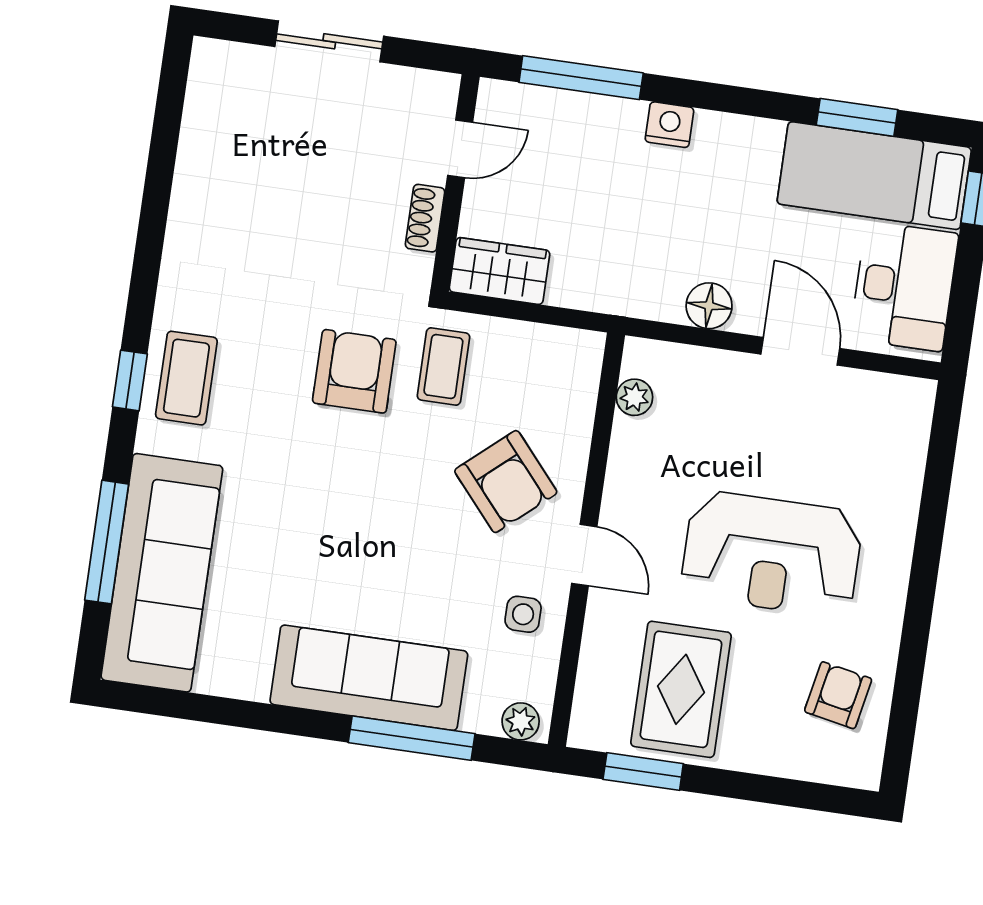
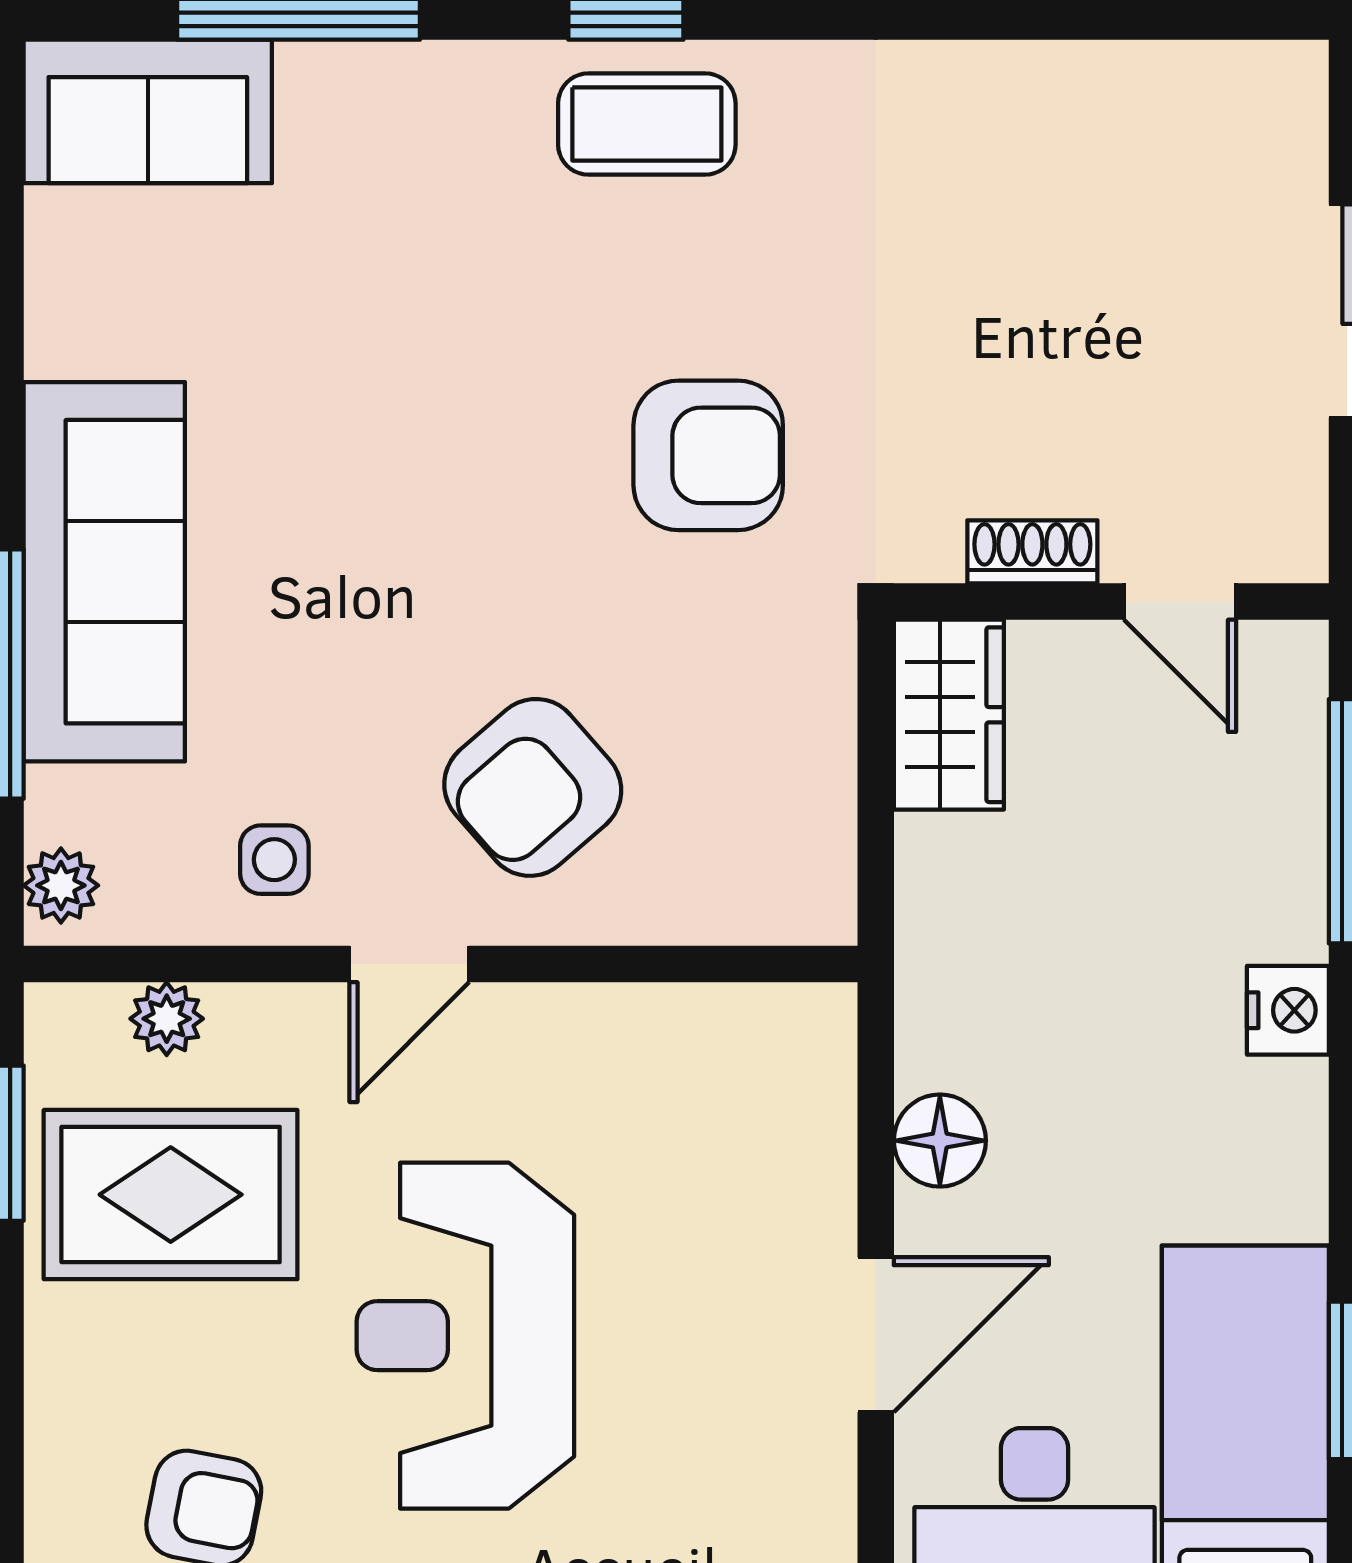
coffee table: (443, 366) -> (743, 631), removed
plant: (634, 397) -> (167, 1019), moved
sofa: (162, 573) -> (148, 111), width x0.54, depth x0.79

